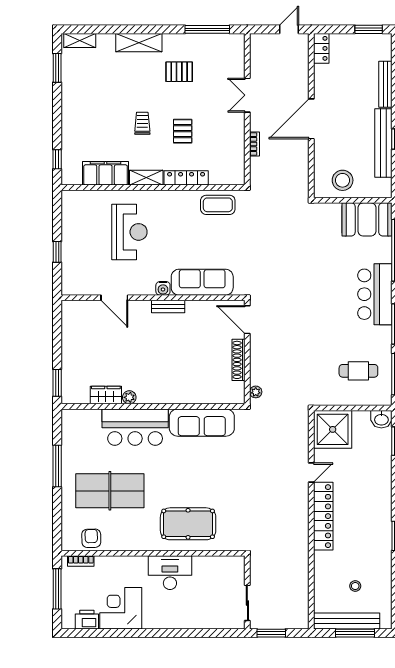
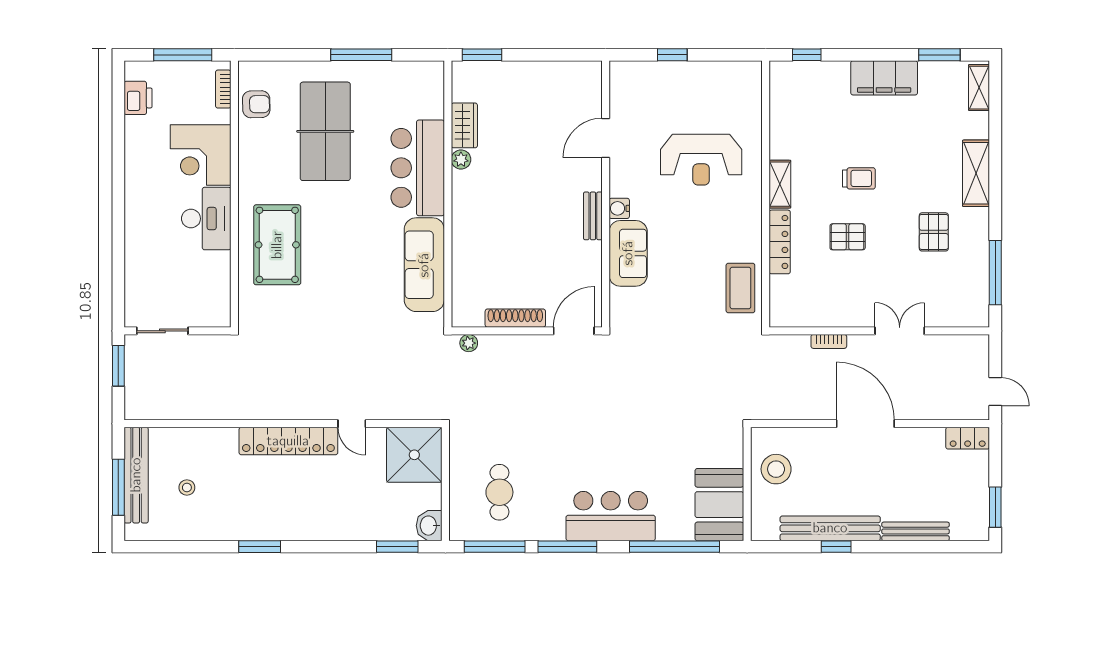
filing cabinet: (106, 173) -> (884, 78), moved, turned 90
sofa: (202, 282) -> (628, 253), width x0.73
corner desk: (121, 608) -> (201, 155), moved, turned 180

